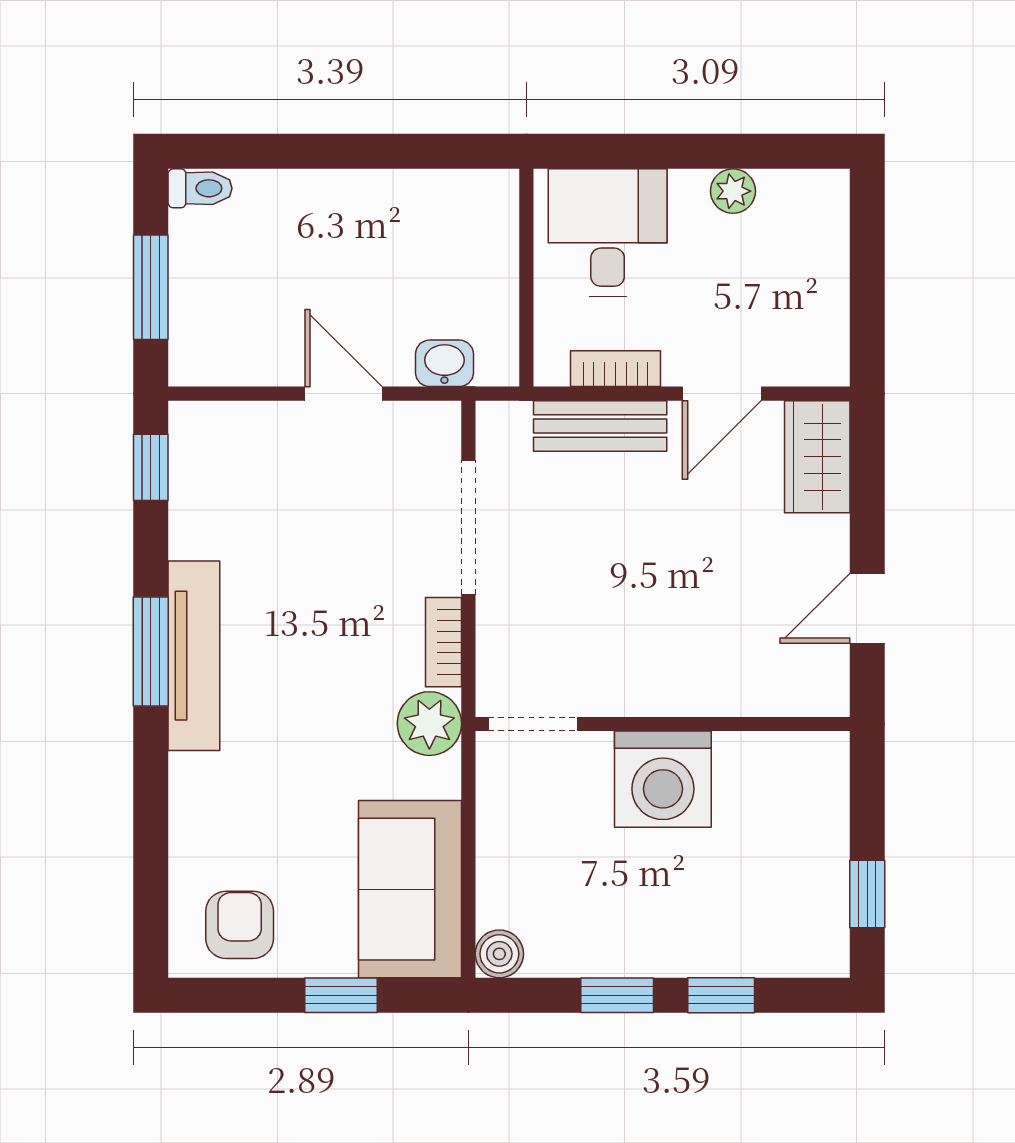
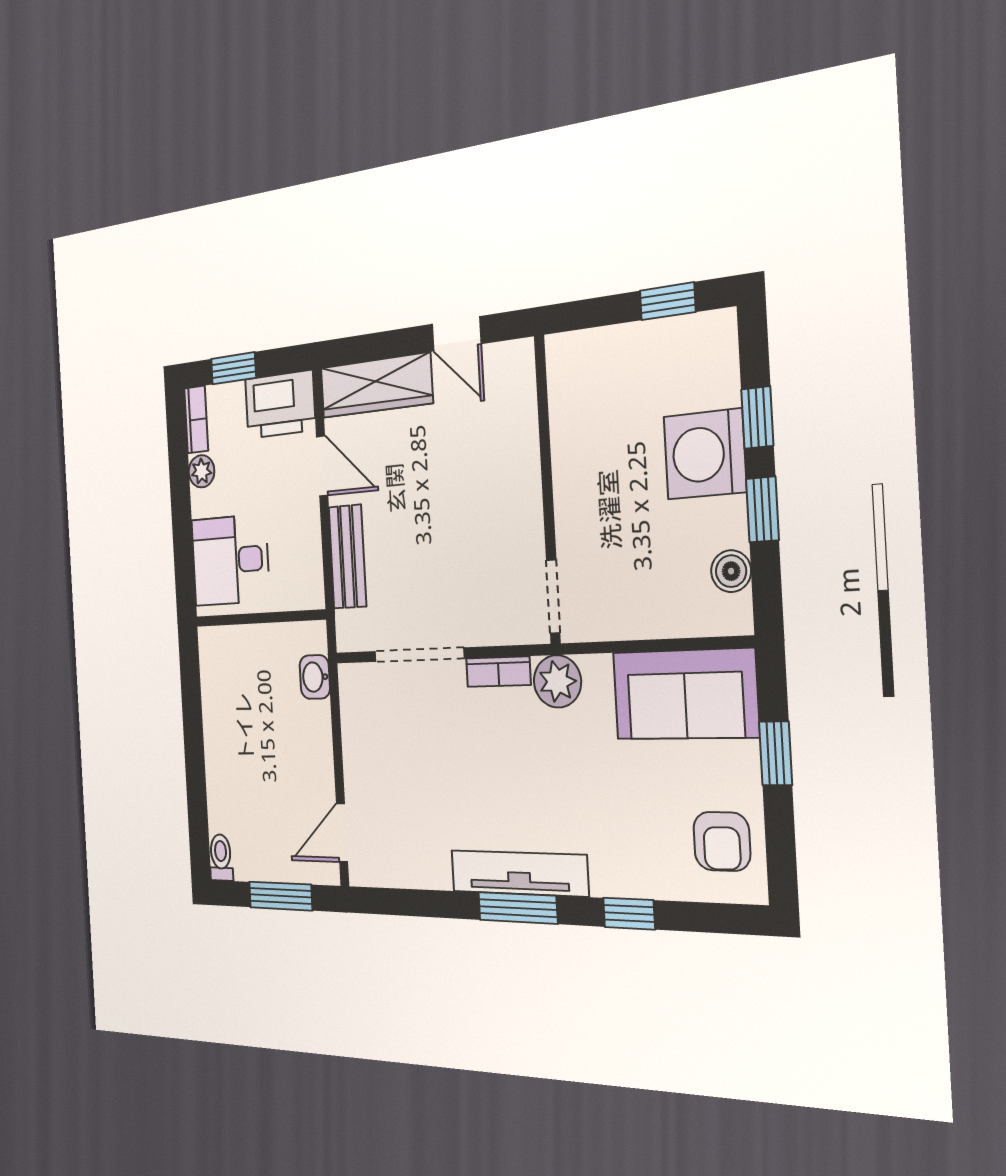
window: (867, 256) -> (233, 368), added
printer: (810, 331) -> (280, 404), added
bookcase: (615, 369) -> (196, 420), moved, turned 180
door: (344, 394) -> (342, 833), moved
wardrobe: (817, 457) -> (376, 385), width x1.50
window: (151, 467) -> (629, 914), moved
washing machine: (663, 779) -> (705, 454), moved, turned 180
armchair: (240, 925) -> (722, 841), turned -90
boiler: (499, 954) -> (731, 571), moved

